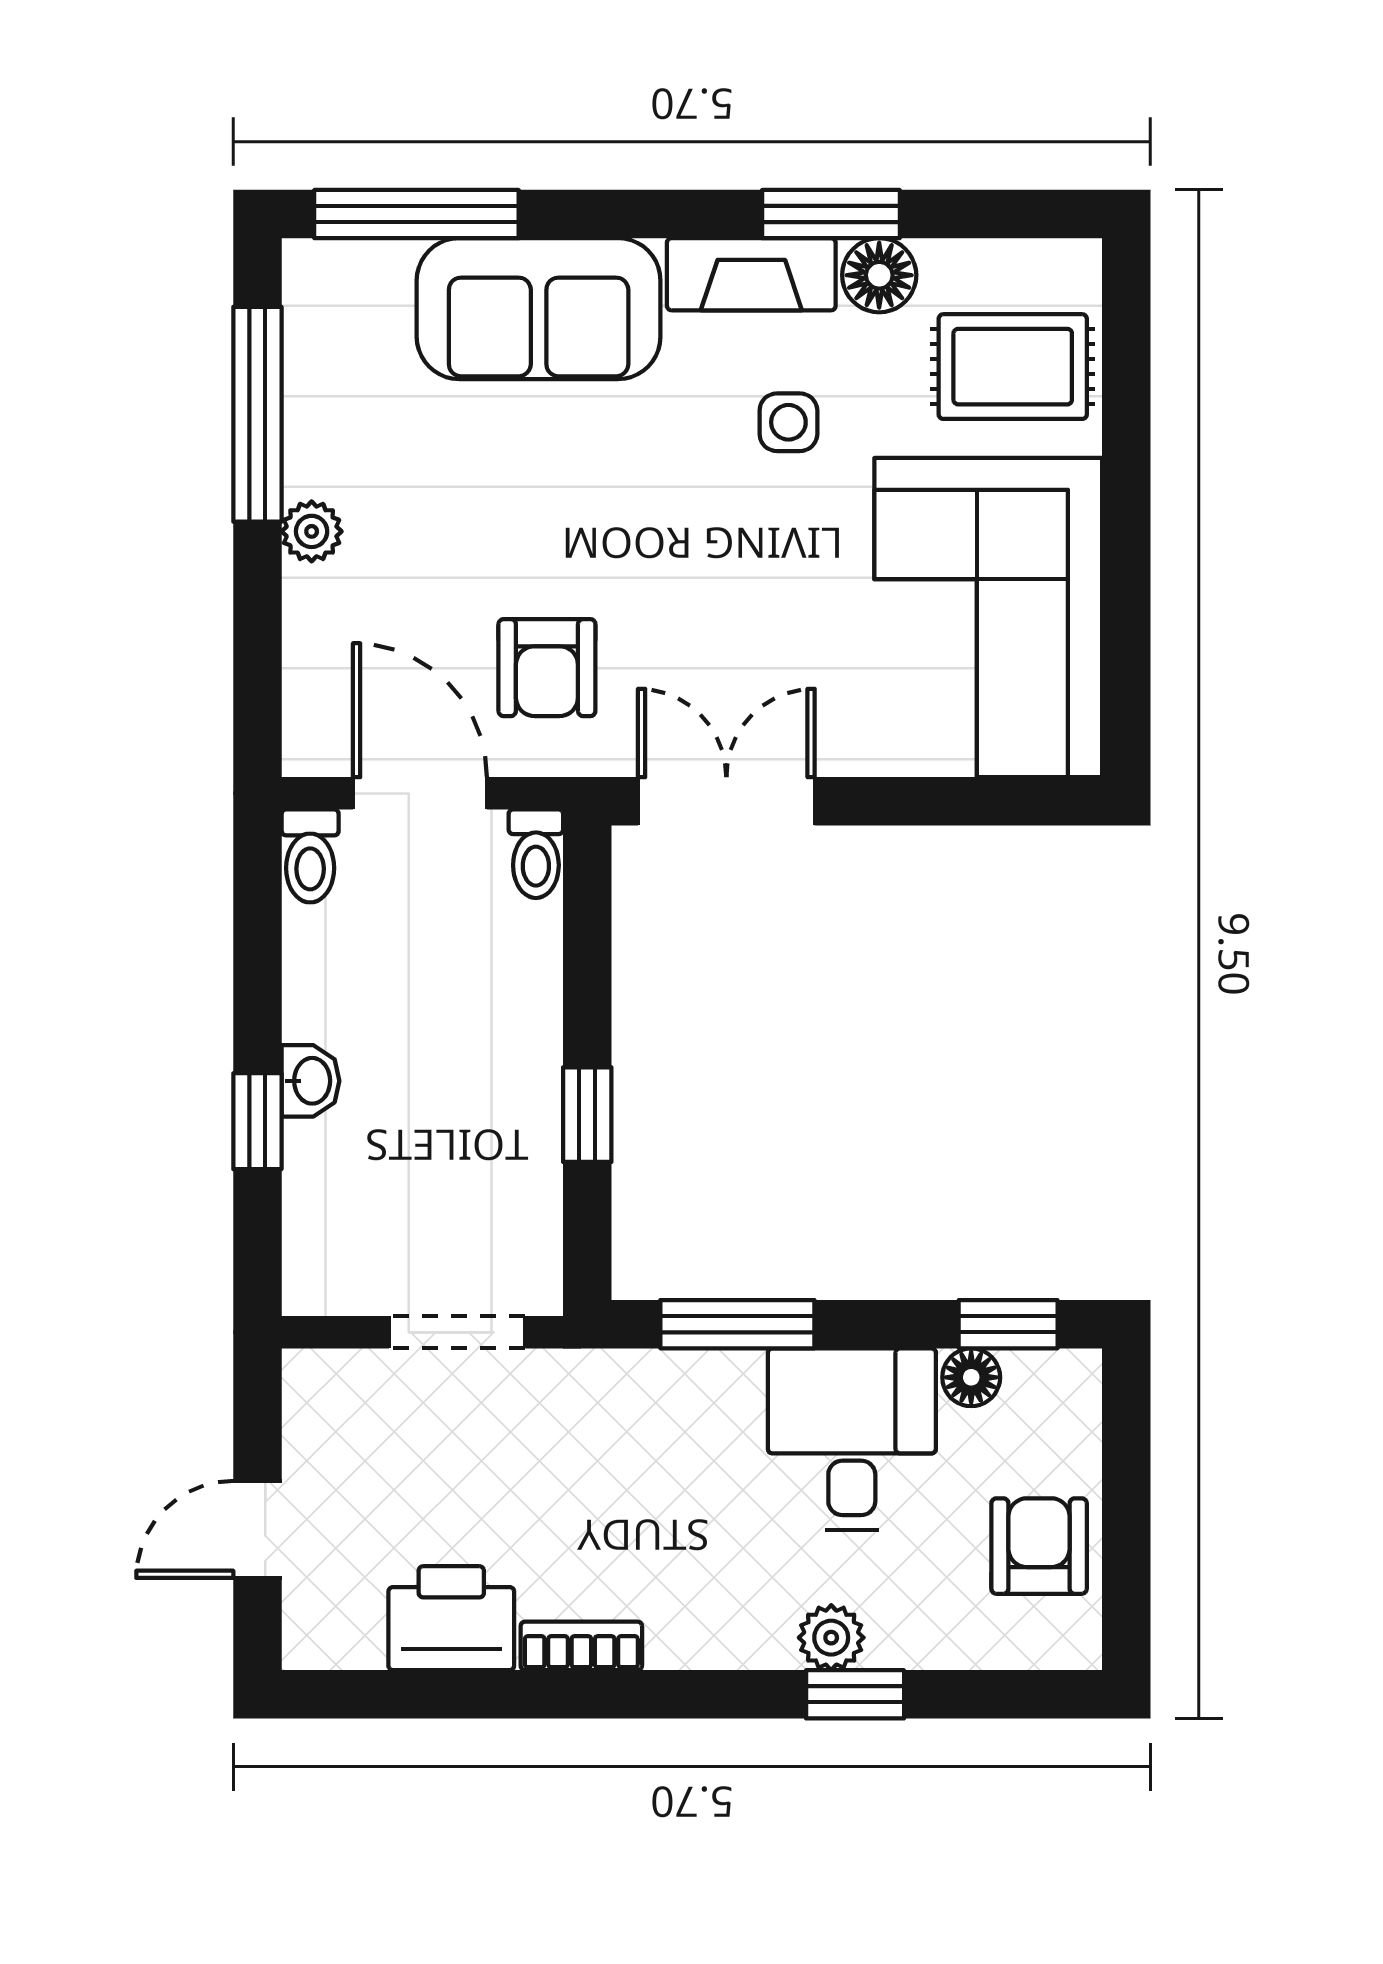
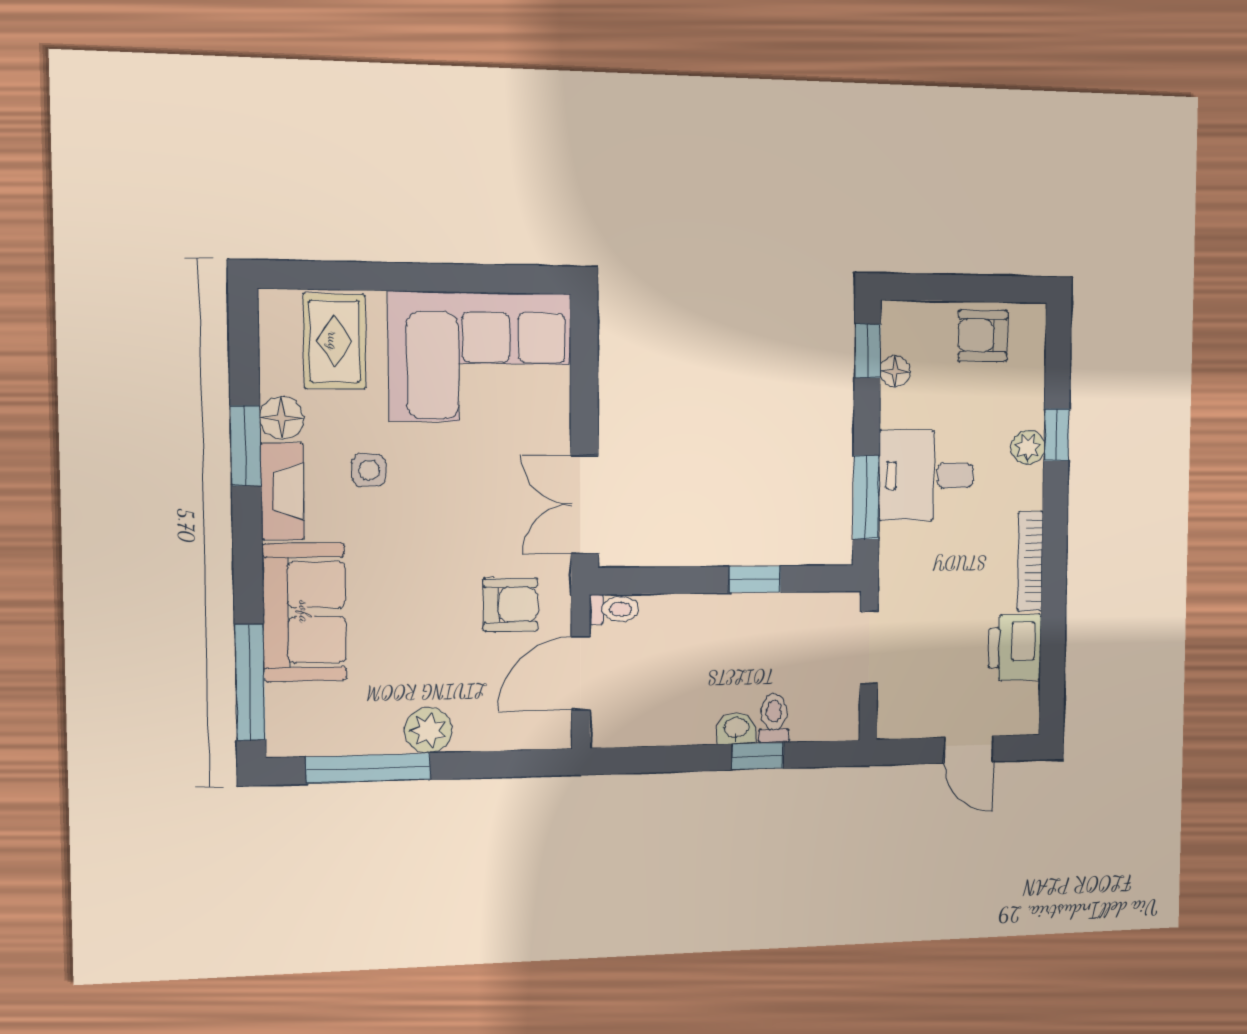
plant: (312, 531) -> (428, 730), width x1.38, depth x1.38
toilet: (310, 856) -> (774, 718), moved, turned -90
desk: (852, 1439) -> (926, 475), moved
bookcase: (581, 1646) -> (1030, 561), width x1.56

